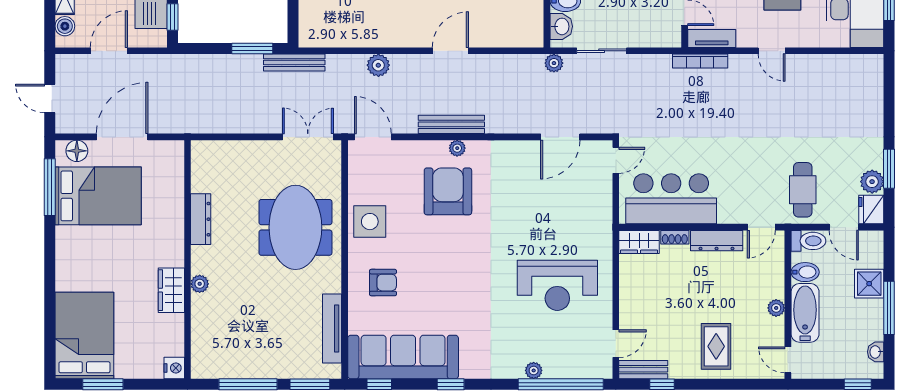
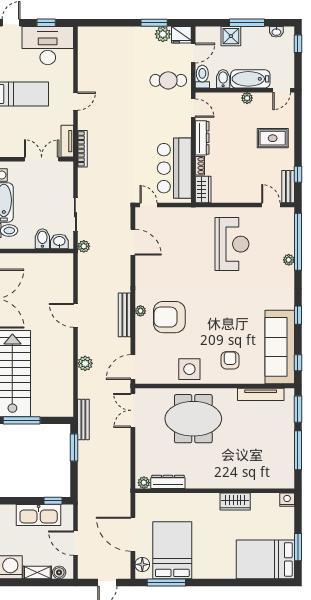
dresser: (201, 219) -> (168, 482), moved
plant: (200, 284) -> (144, 483), moved

